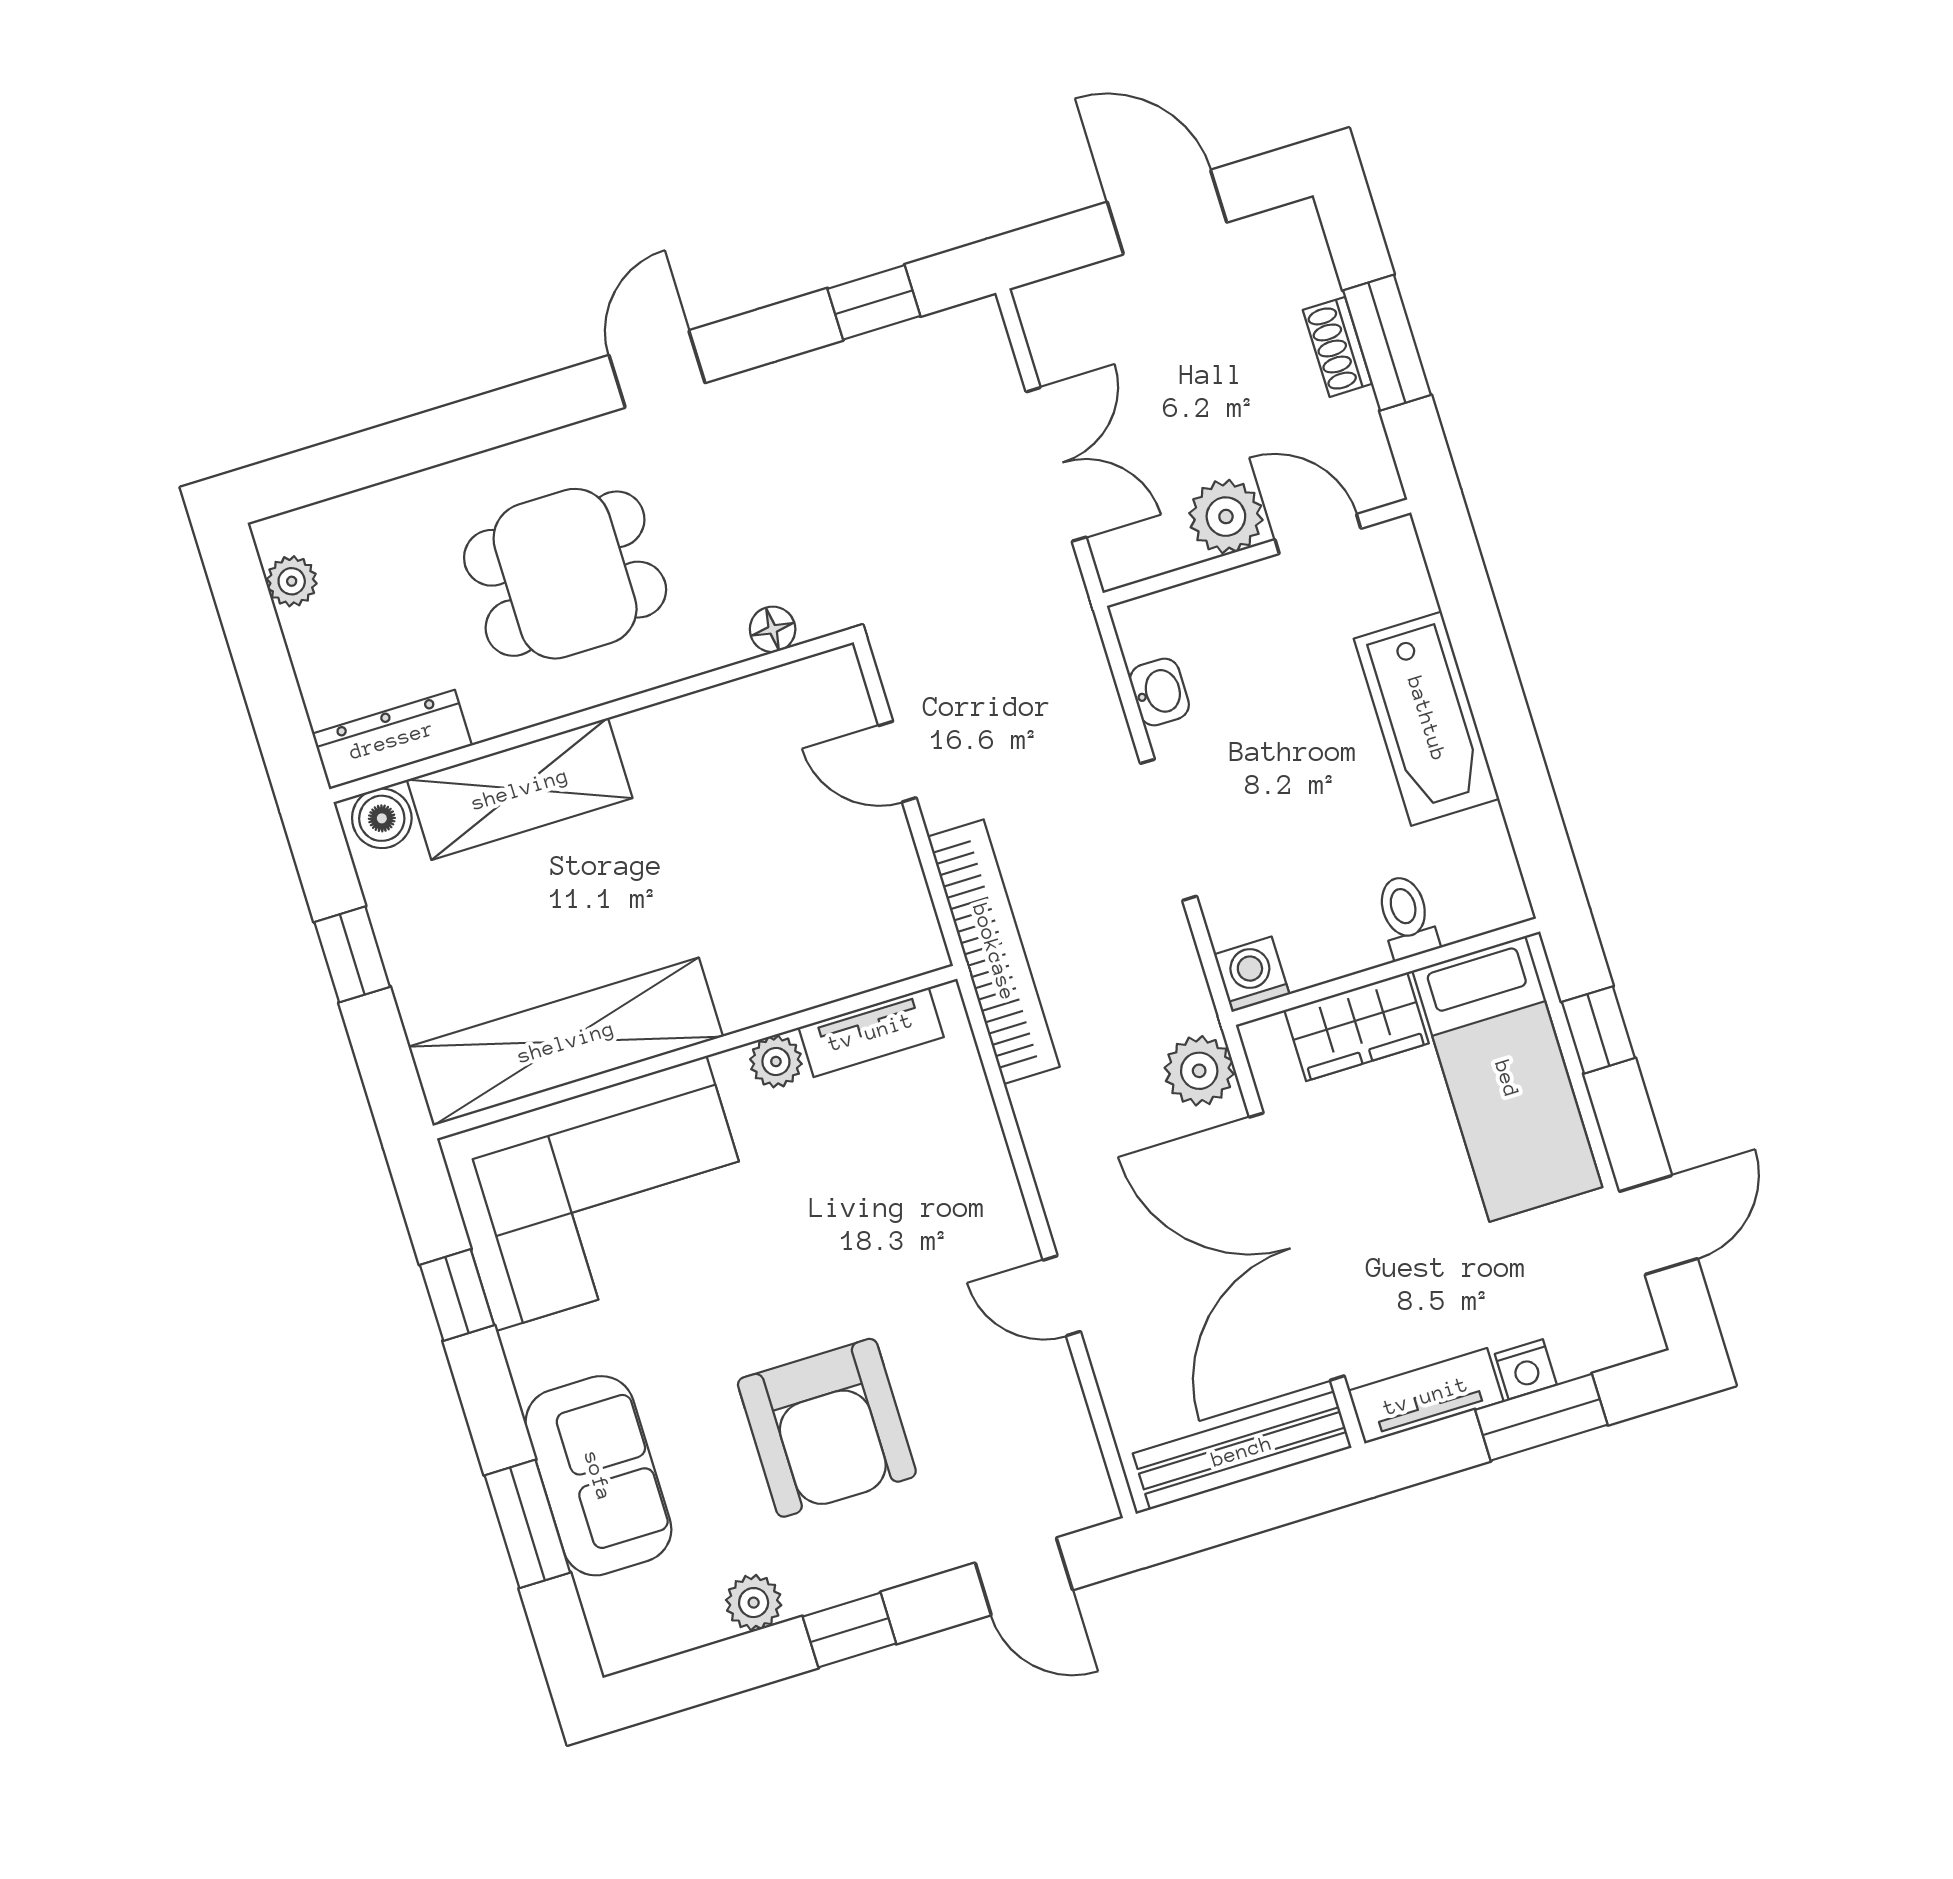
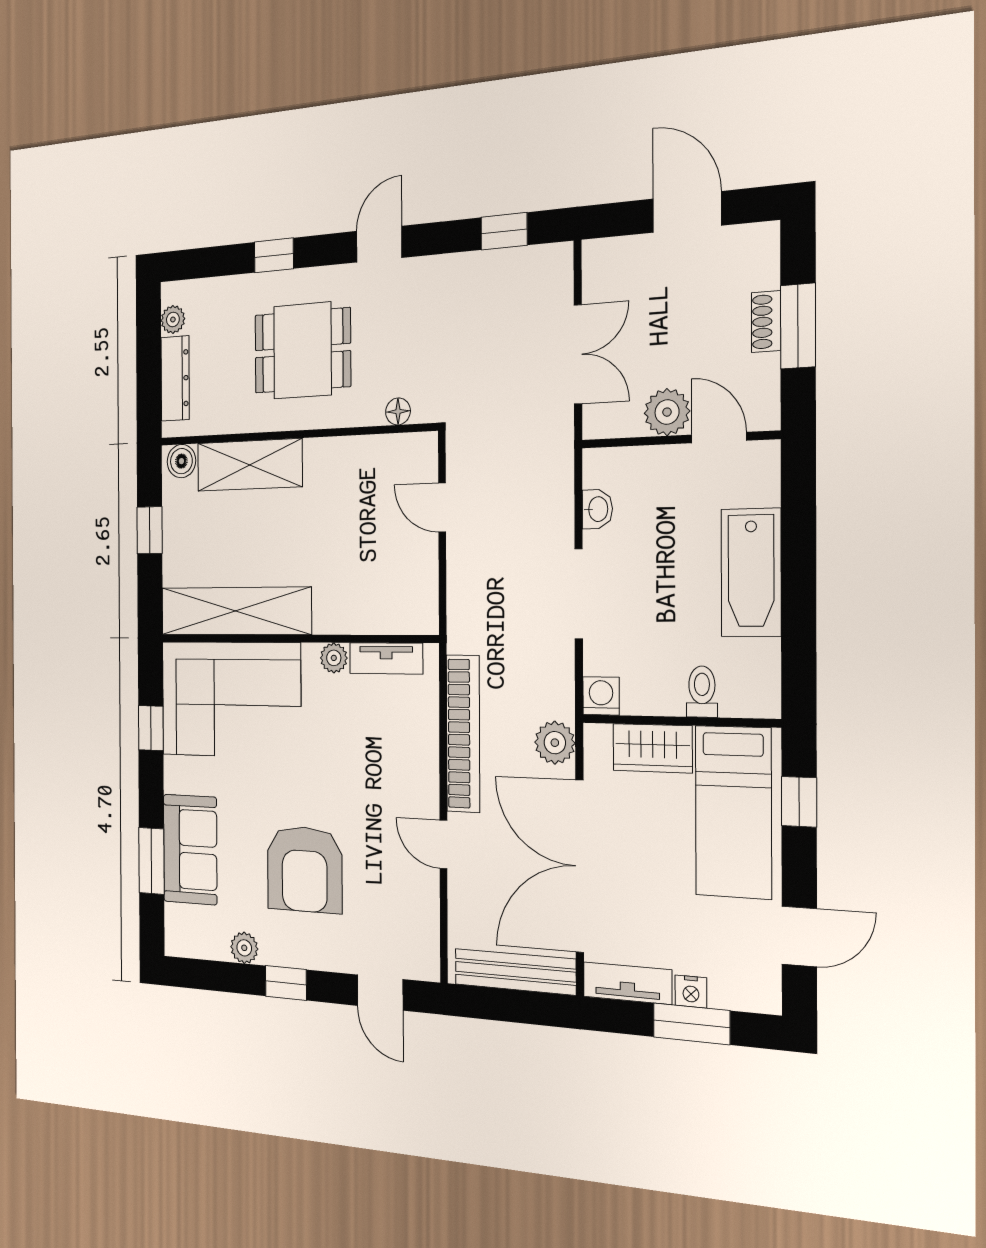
window: (462, 429) -> (274, 255), added
dresser: (392, 740) -> (175, 378), moved, turned 90
bookcase: (994, 952) -> (463, 734), moved

